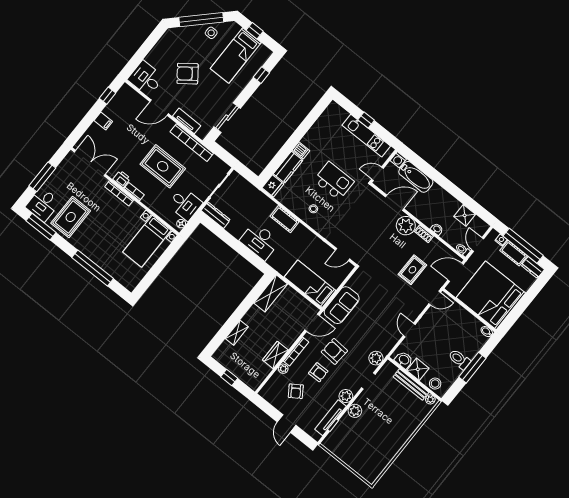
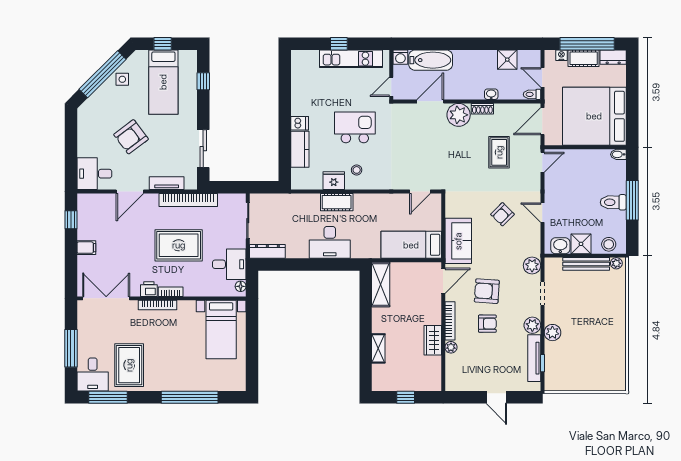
fridge: (273, 186) -> (334, 181), moved, turned -90
armchair: (296, 391) -> (502, 214), moved, turned 79

